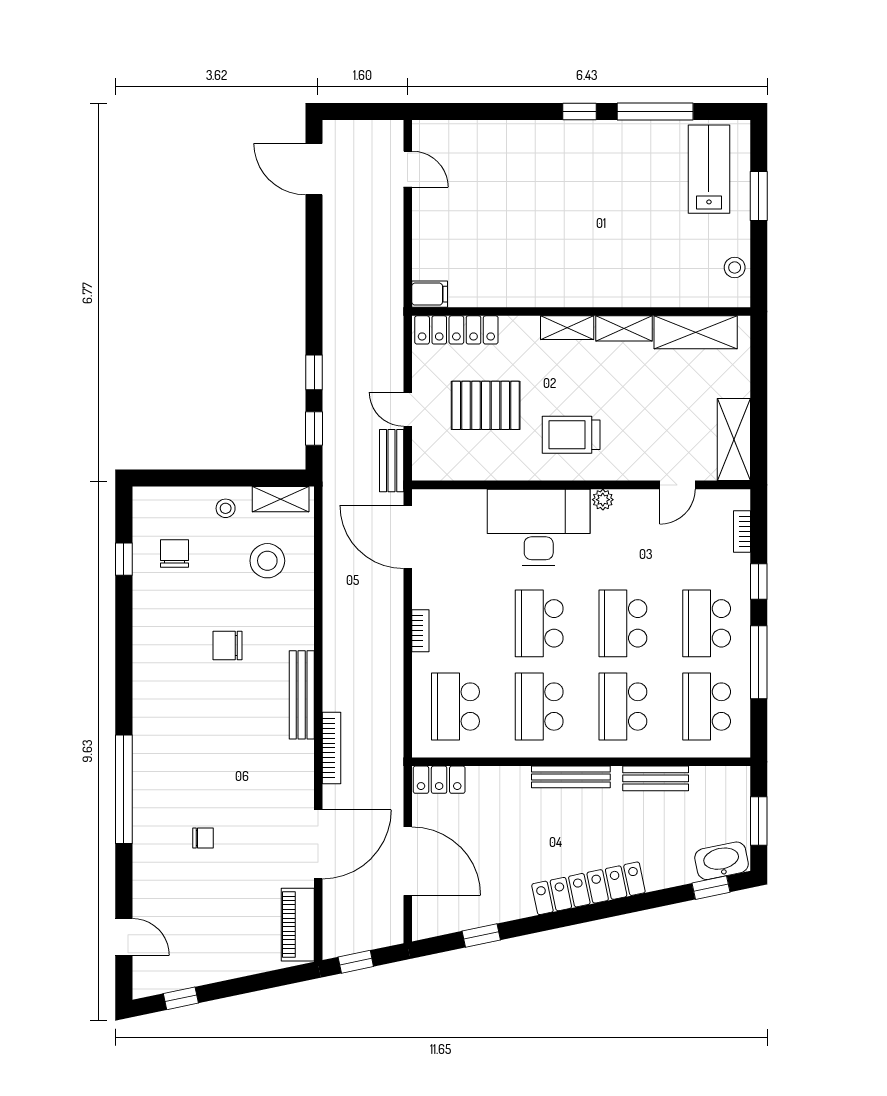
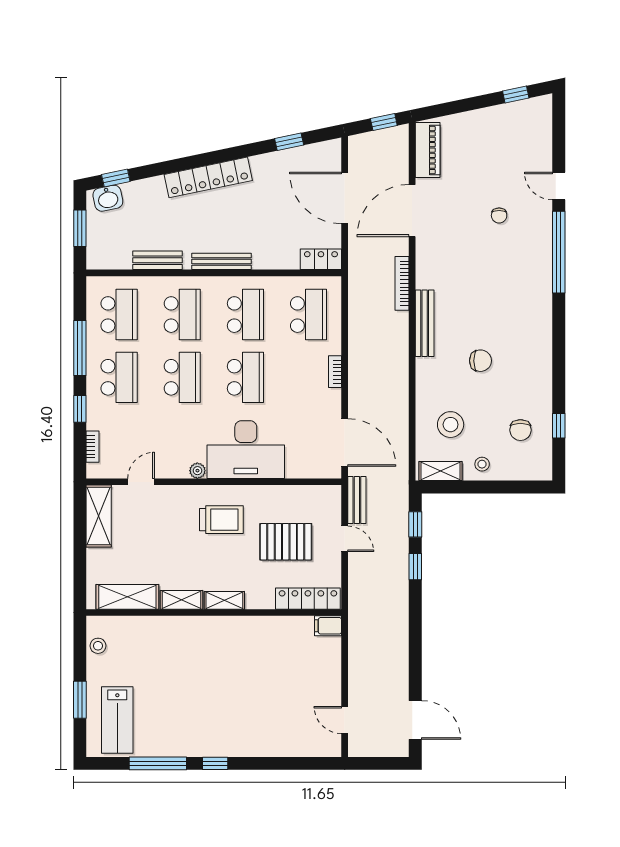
chair: (203, 838) -> (499, 215), turned -90
washbasin: (722, 861) -> (108, 198), width x0.72
door: (124, 937) -> (559, 186), moved

